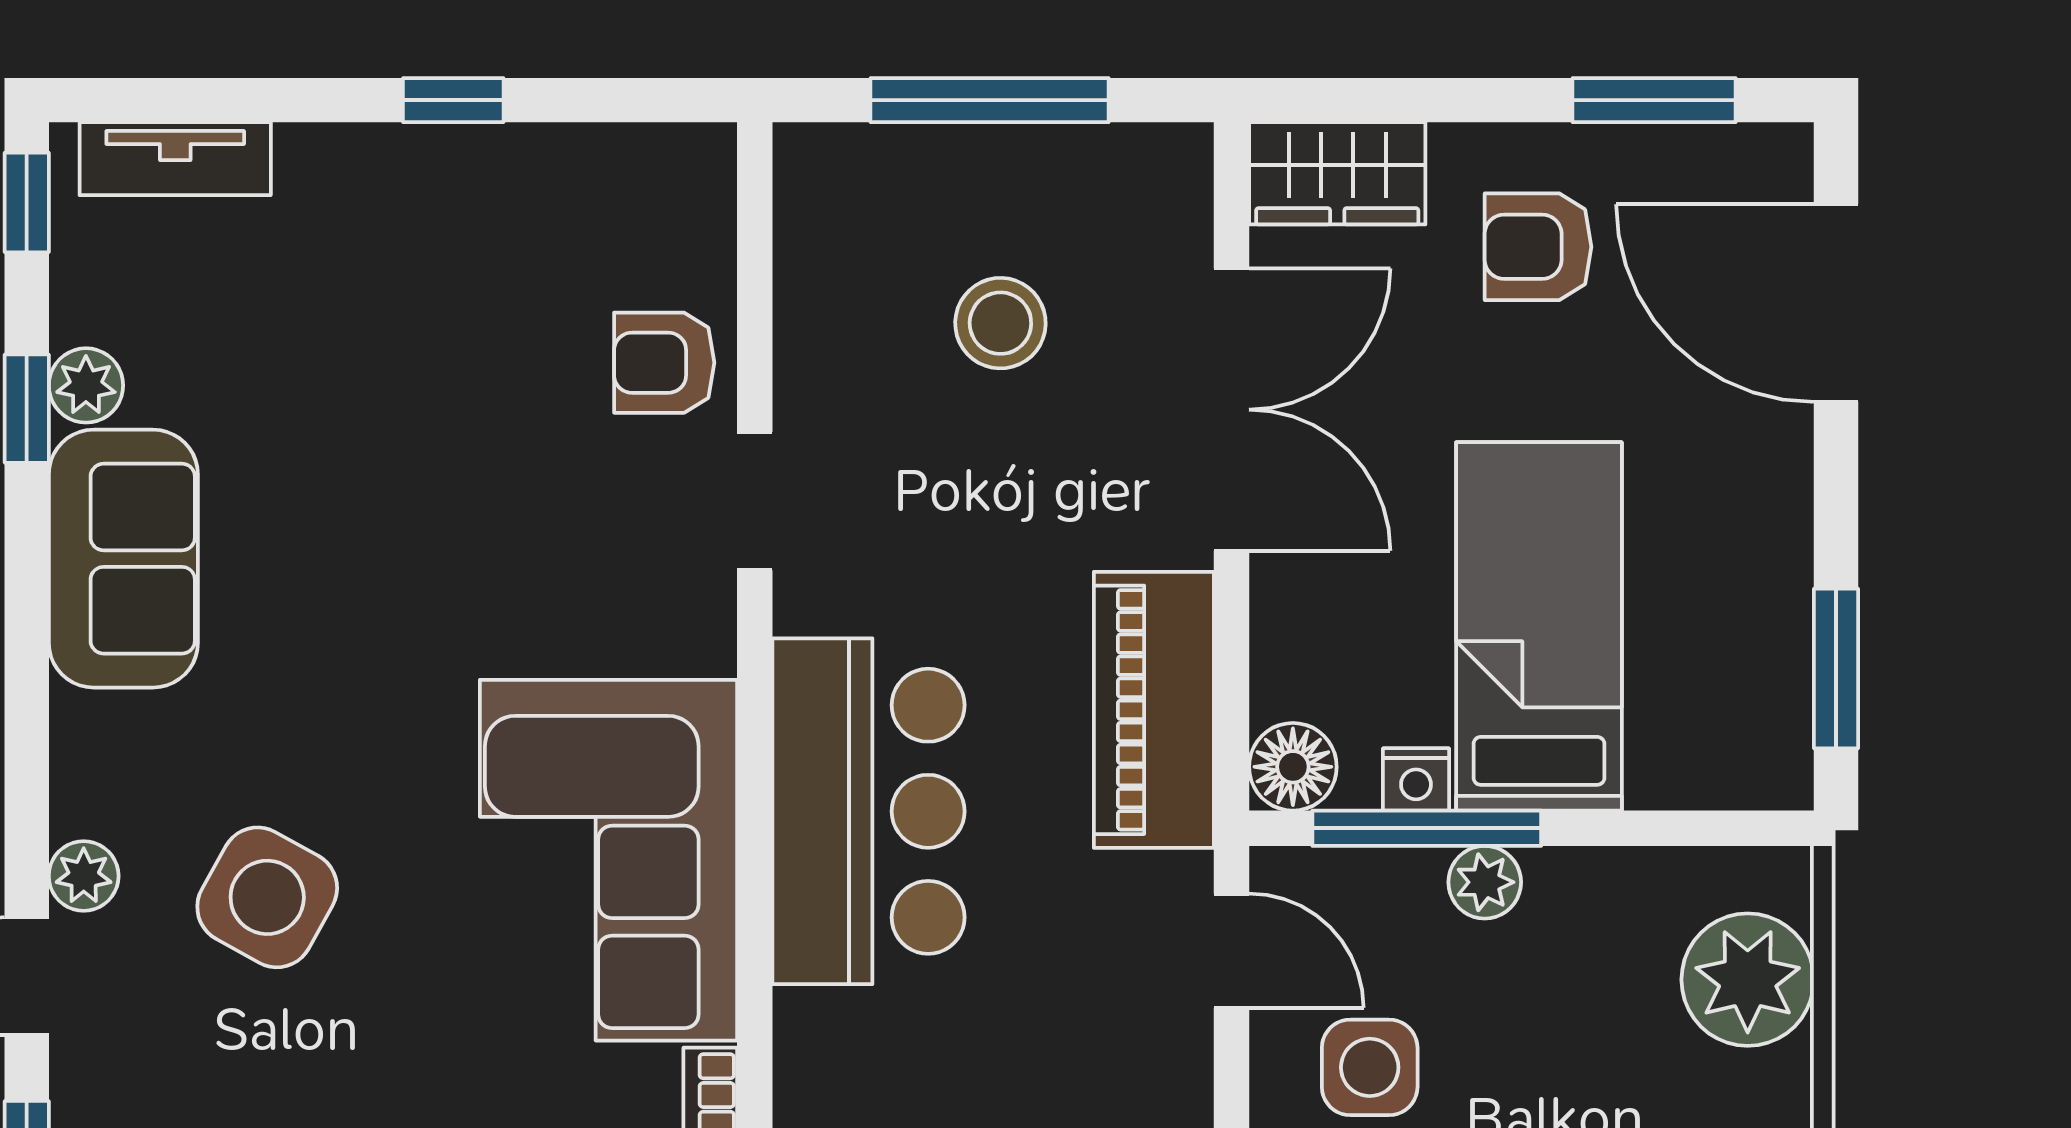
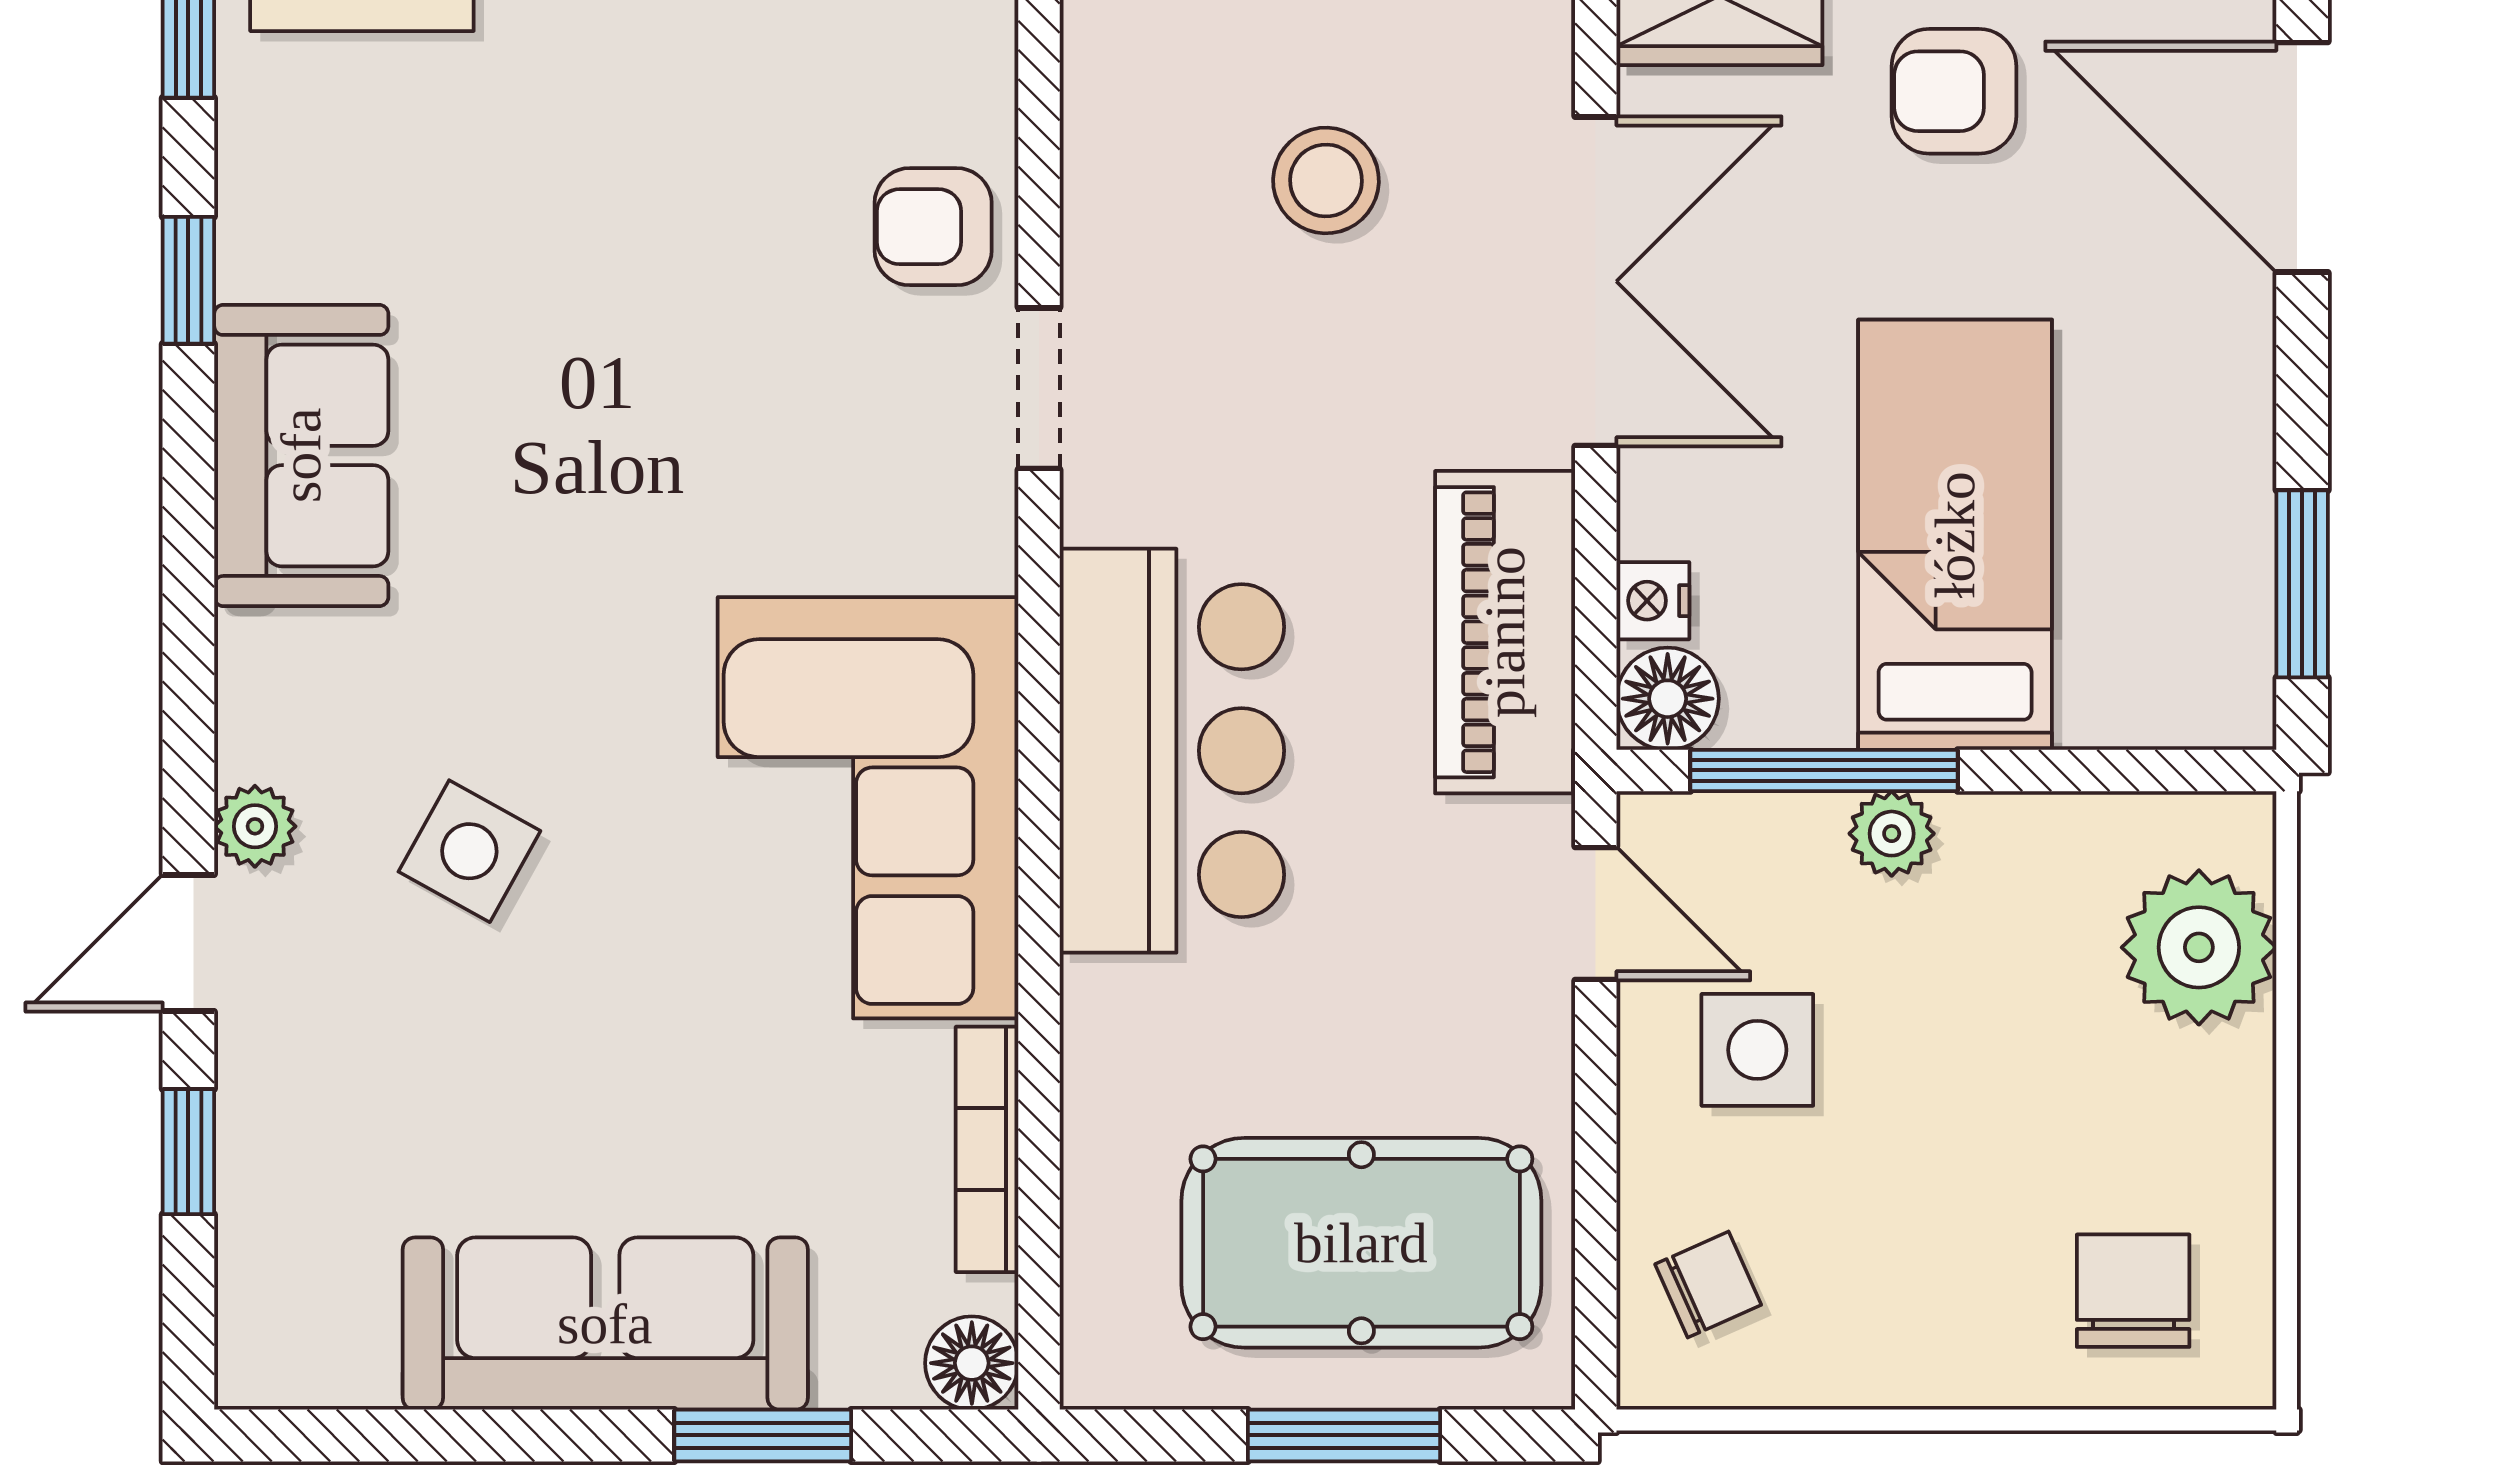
plant: (86, 385) -> (258, 253), removed
nightstand: (1416, 779) -> (1653, 601), moved, turned 90
side table: (267, 897) -> (469, 851), width x0.73, depth x0.73

